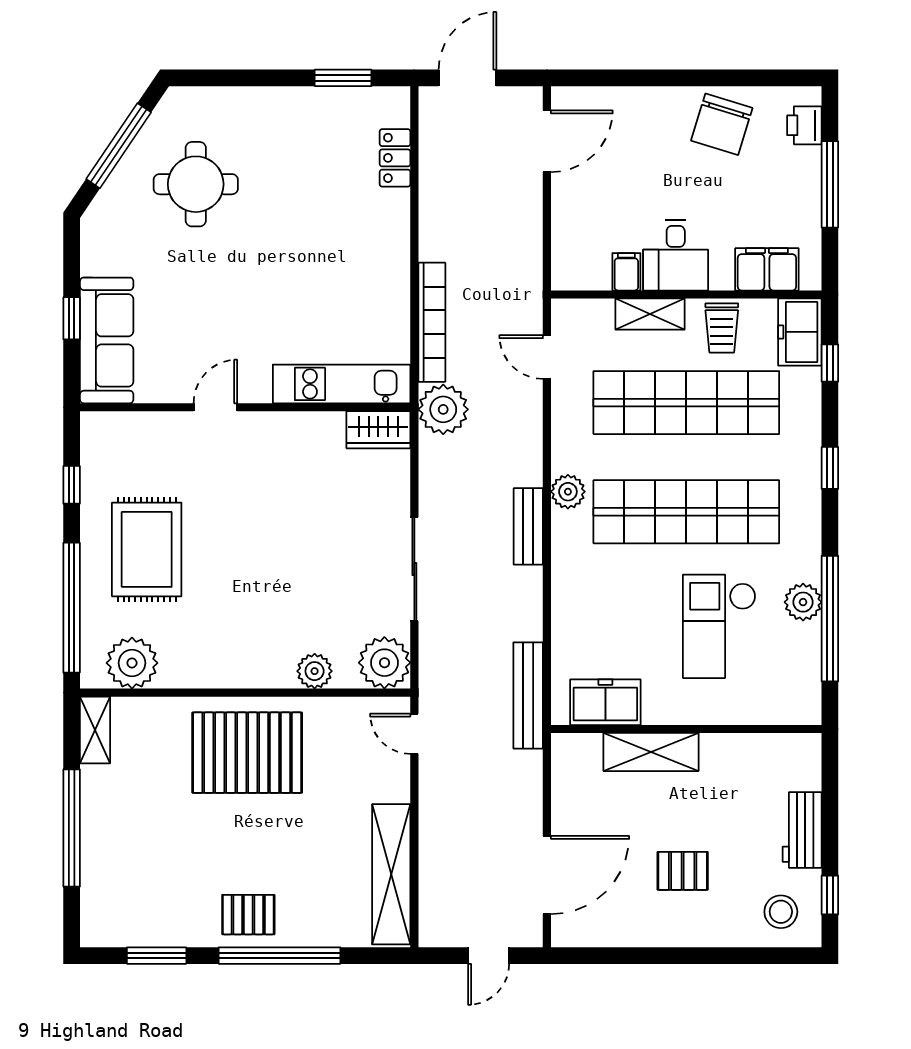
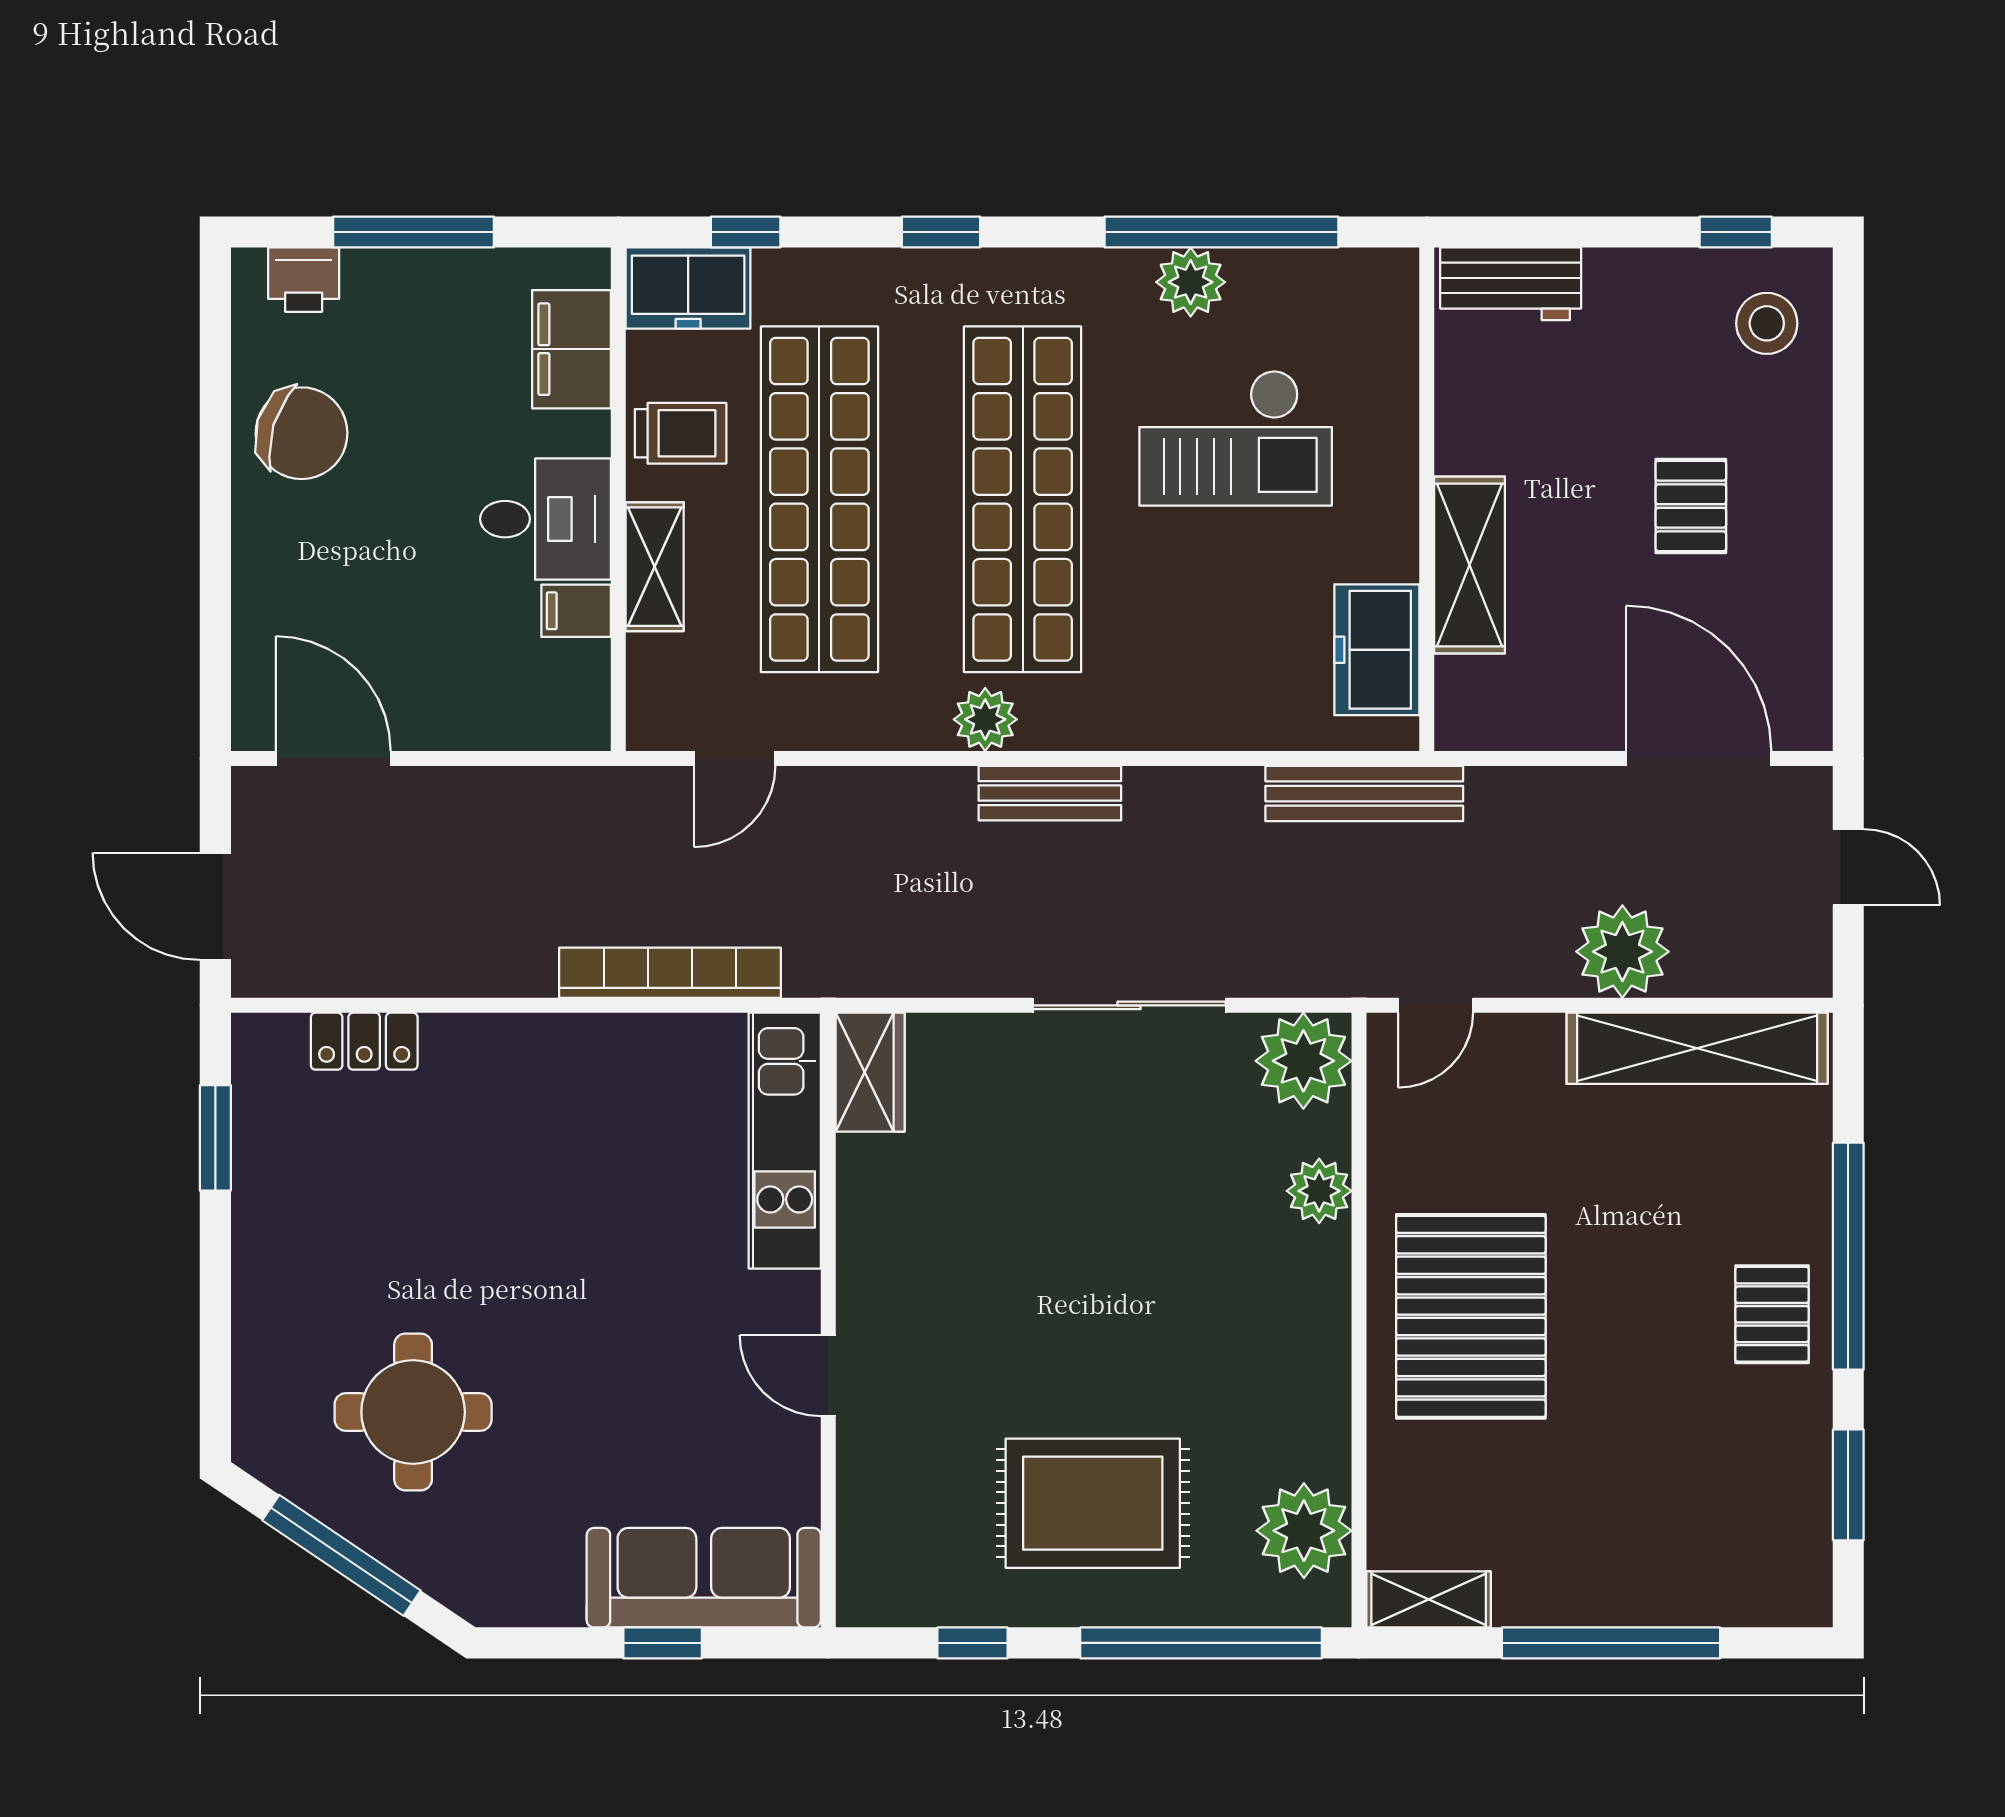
plant: (443, 409) -> (1622, 952), moved
workbench: (802, 830) -> (1511, 284), moved

